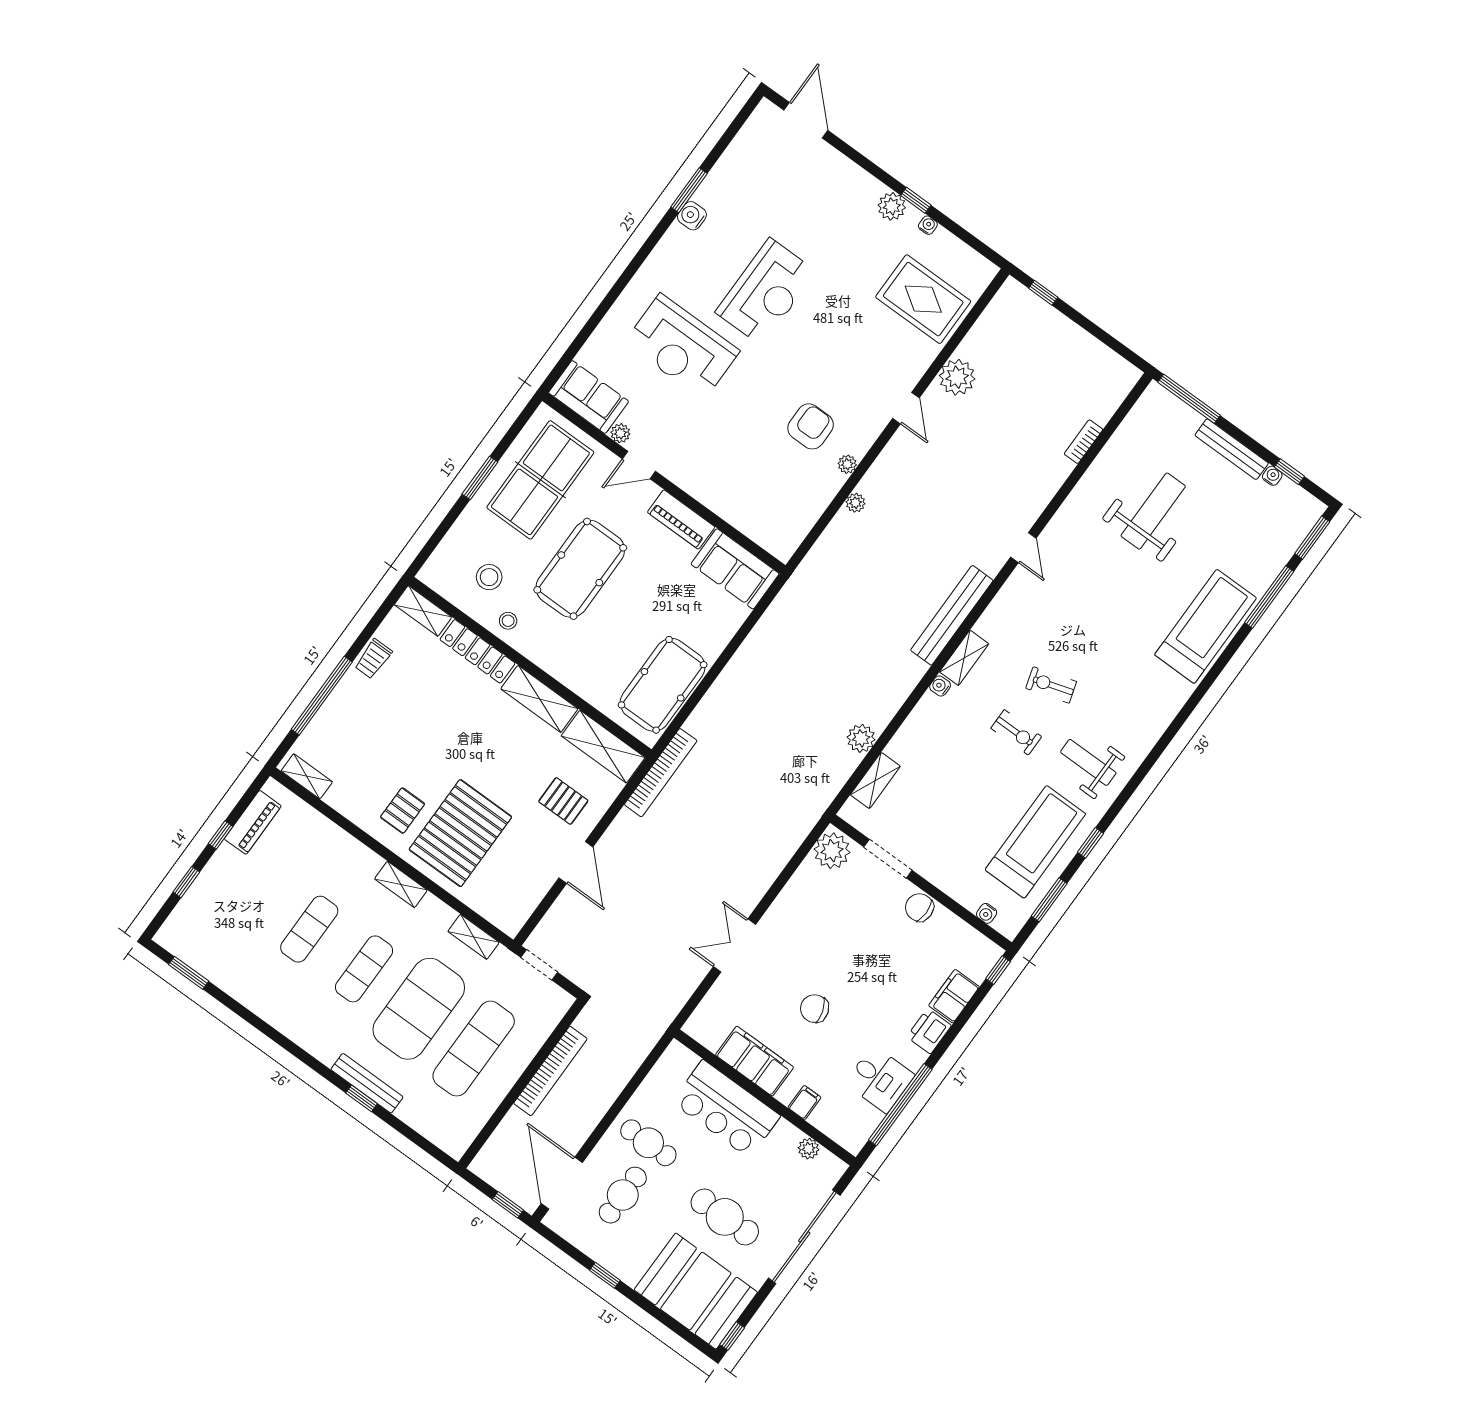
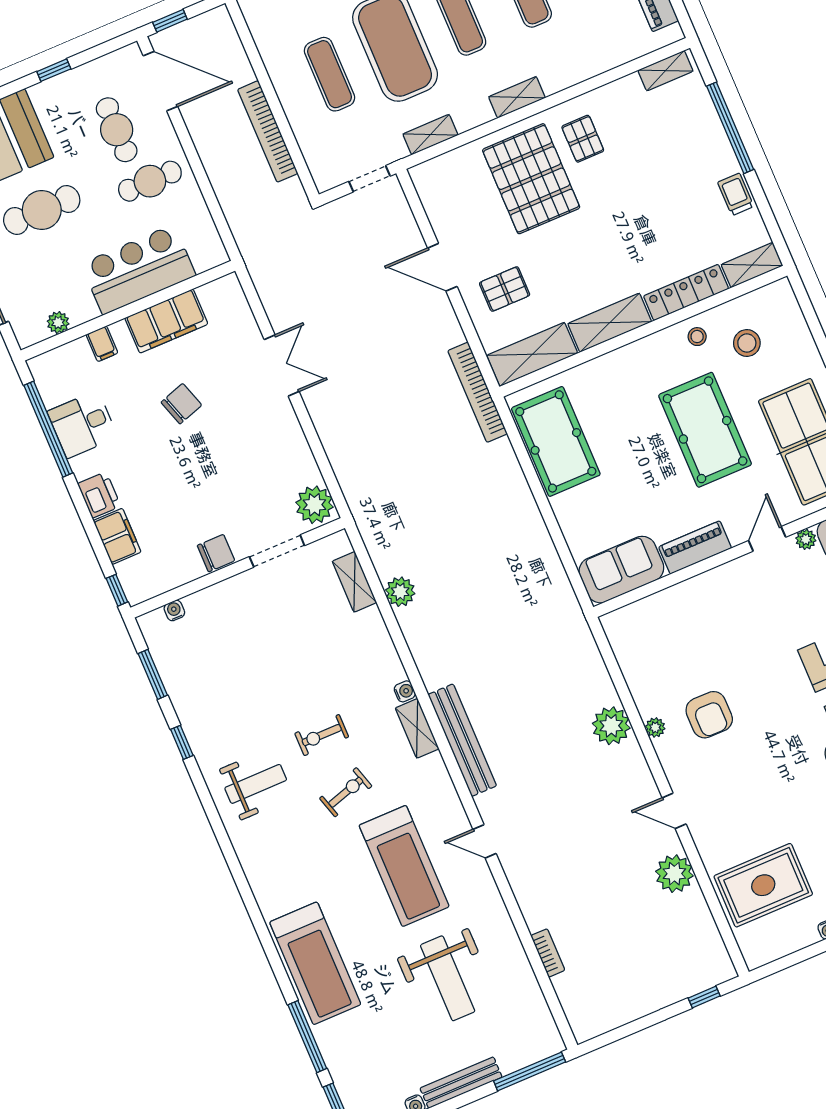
plant: (855, 503) -> (611, 726), width x1.88, depth x1.88
treadmill: (1035, 842) -> (404, 866), moved
exercise mat: (474, 1049) -> (329, 74), width x0.73, depth x0.69

